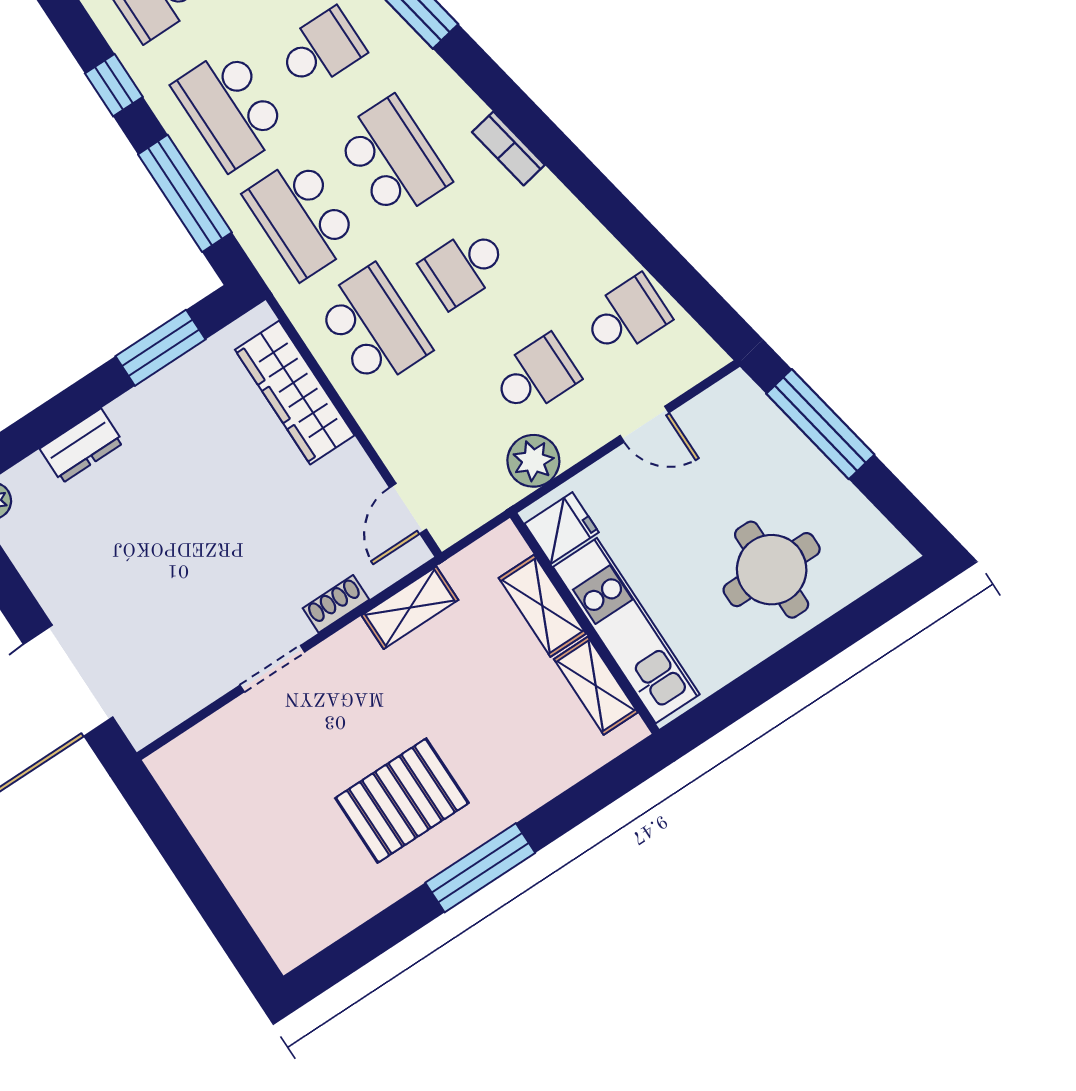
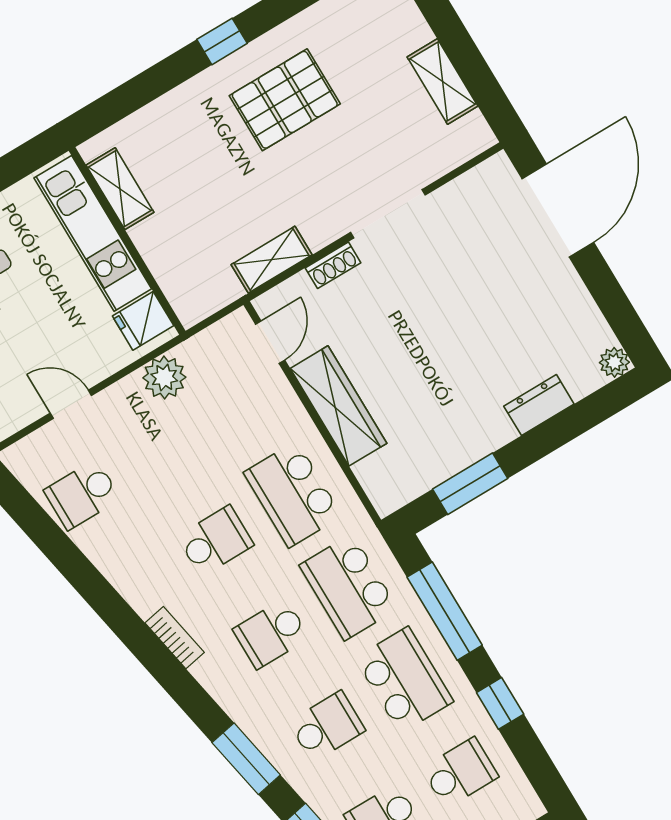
school desk: (321, 49) -> (327, 726), turned 180
school desk: (393, 158) -> (271, 634), width x0.54
school desk: (302, 218) -> (349, 587), turned 180
school desk: (536, 376) -> (160, 448), removed
wardrobe: (295, 393) -> (338, 406), moved
shelving: (542, 606) -> (443, 81), moved
doorway: (272, 669) -> (388, 214), width x1.38
window: (480, 868) -> (222, 41), width x0.46

